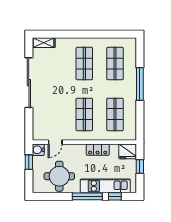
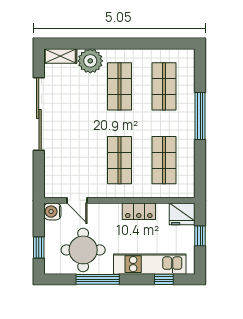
plant: (64, 46) -> (90, 61), added
door: (55, 142) -> (77, 200), hinge flipped
window: (29, 162) -> (39, 248), moved
window: (87, 196) -> (98, 279), moved

